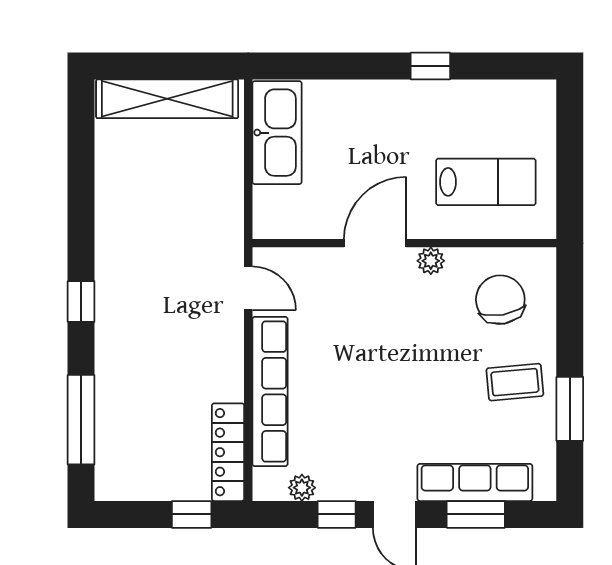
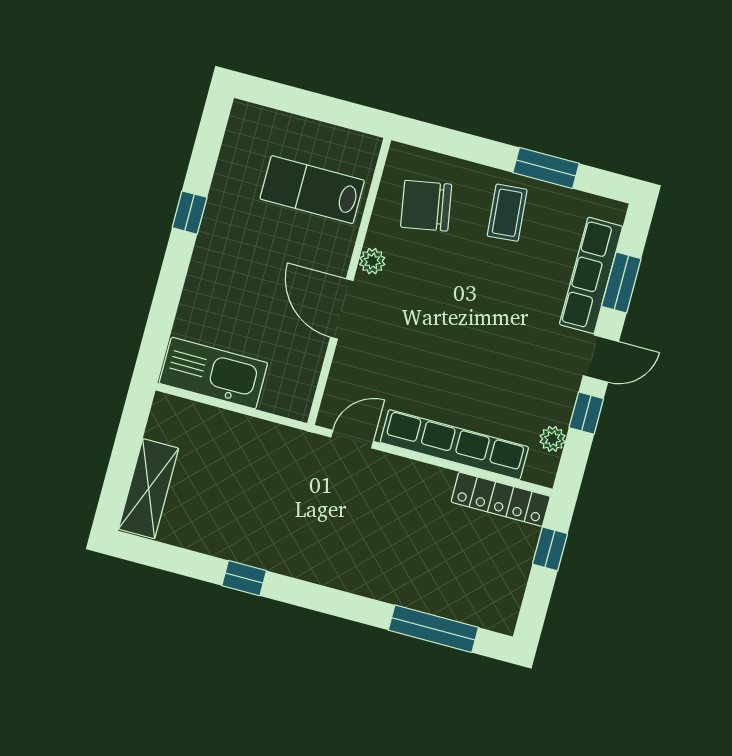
shelving: (167, 99) -> (149, 489), width x0.68
lab bench: (486, 182) -> (312, 190), turned -90
window: (81, 302) -> (244, 578), moved

